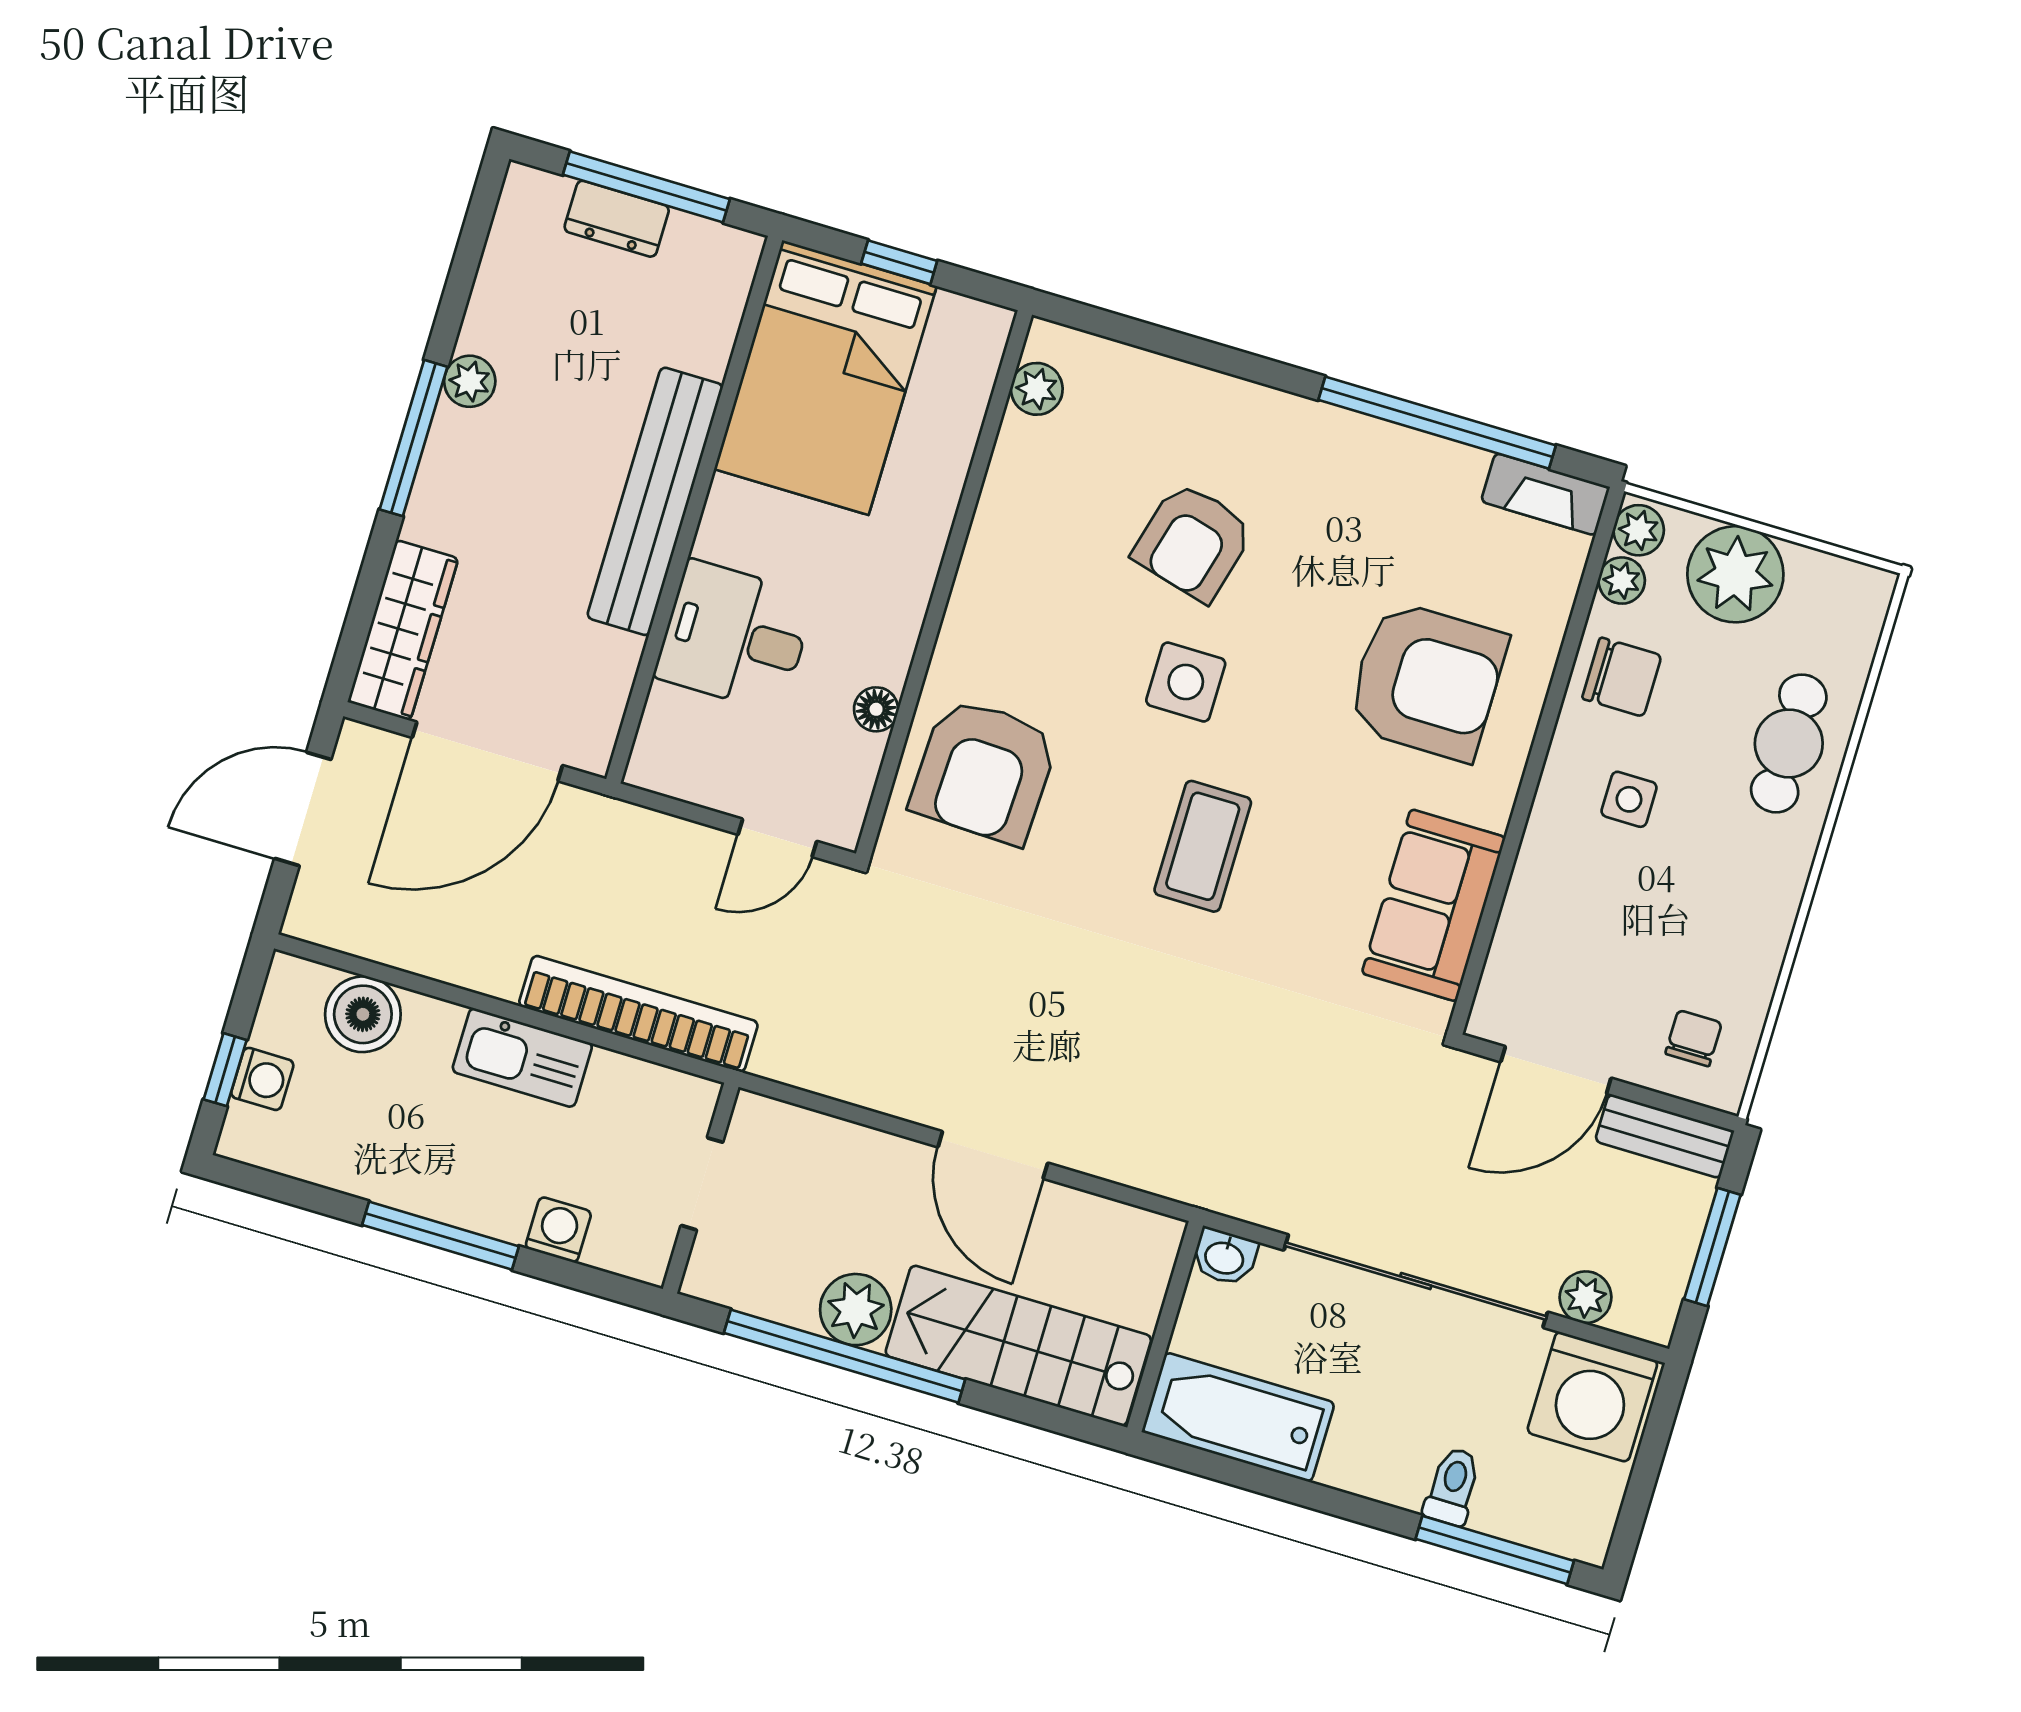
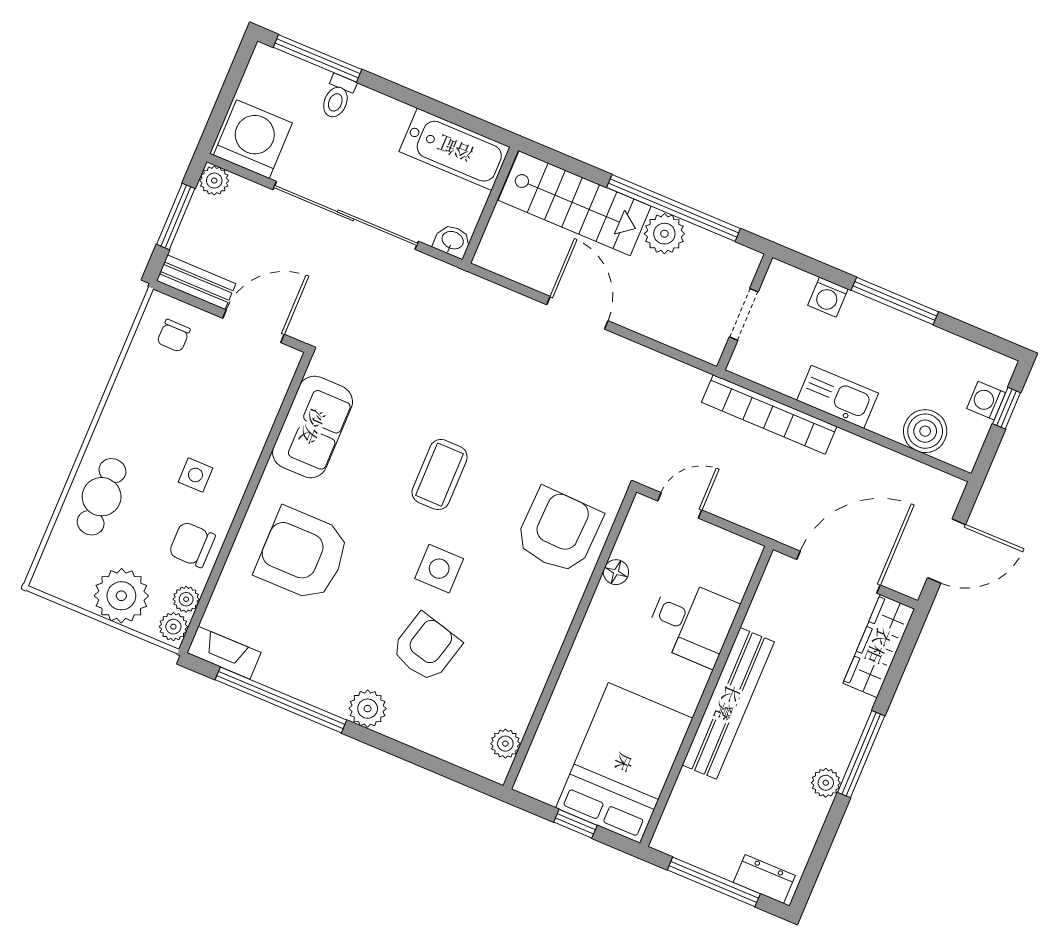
dresser: (617, 219) -> (764, 879), moved
plant: (1284, 424) -> (368, 709), added
plant: (1586, 1297) -> (214, 181), moved

